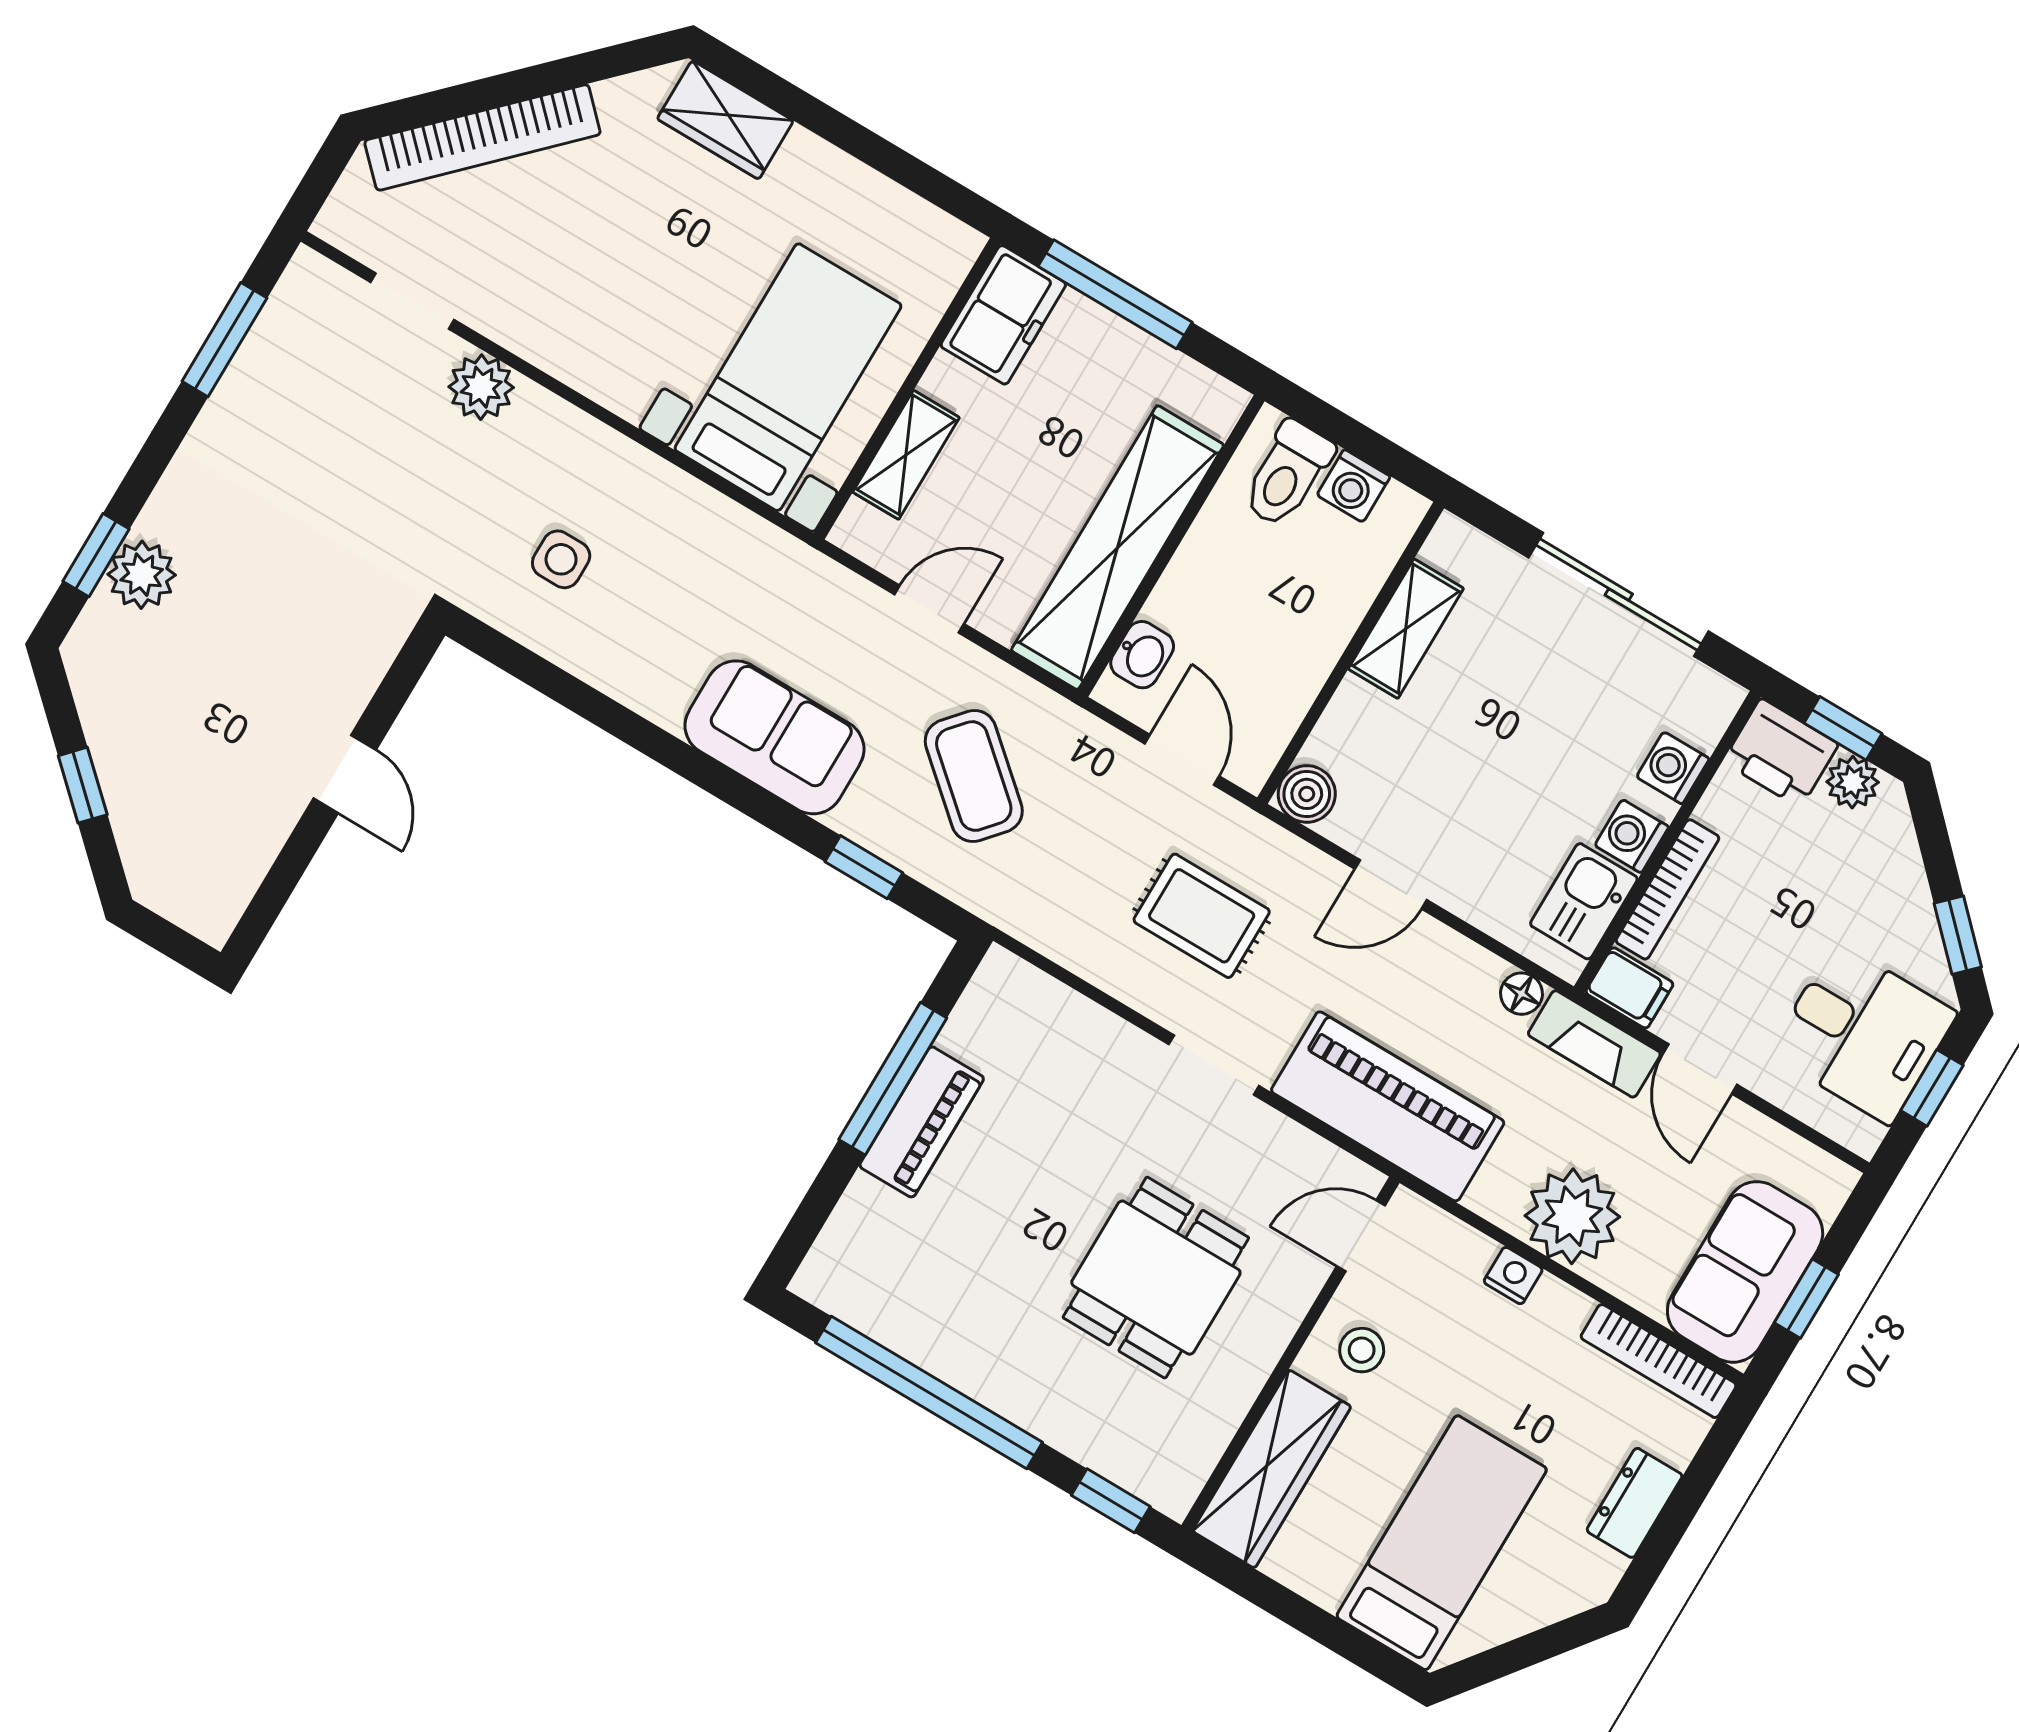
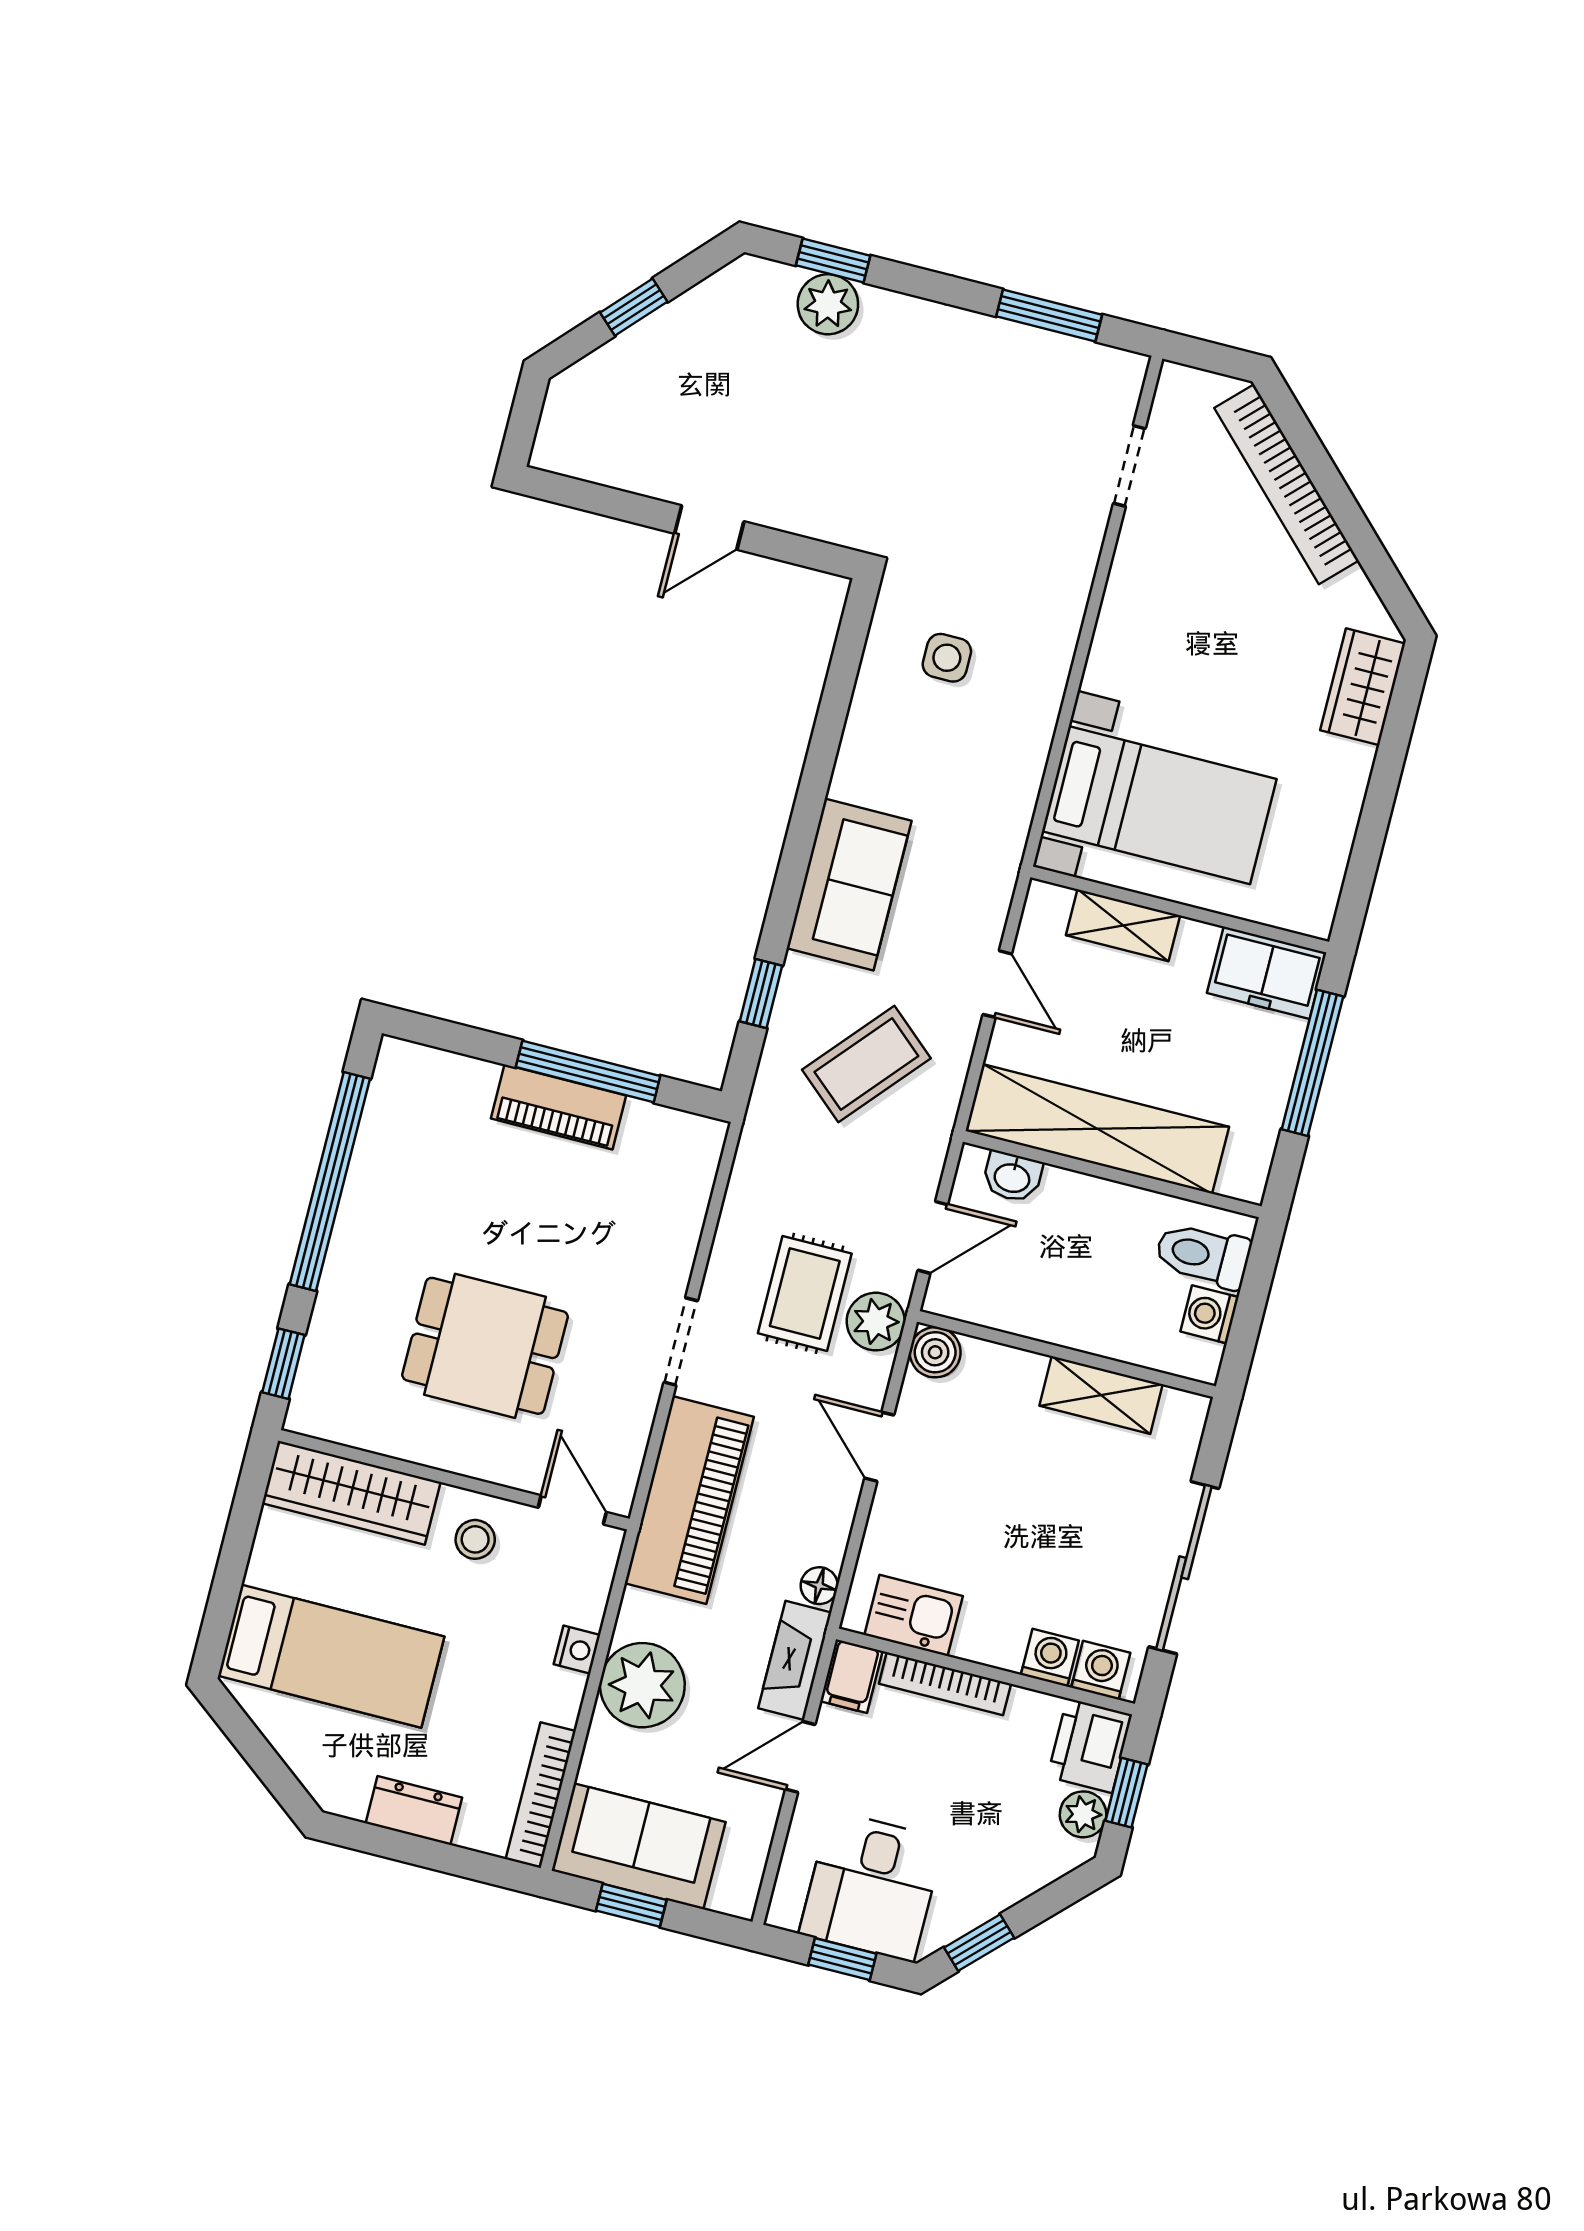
plant: (481, 387) -> (876, 1322), moved
washing machine: (1632, 836) -> (1101, 1670), moved

